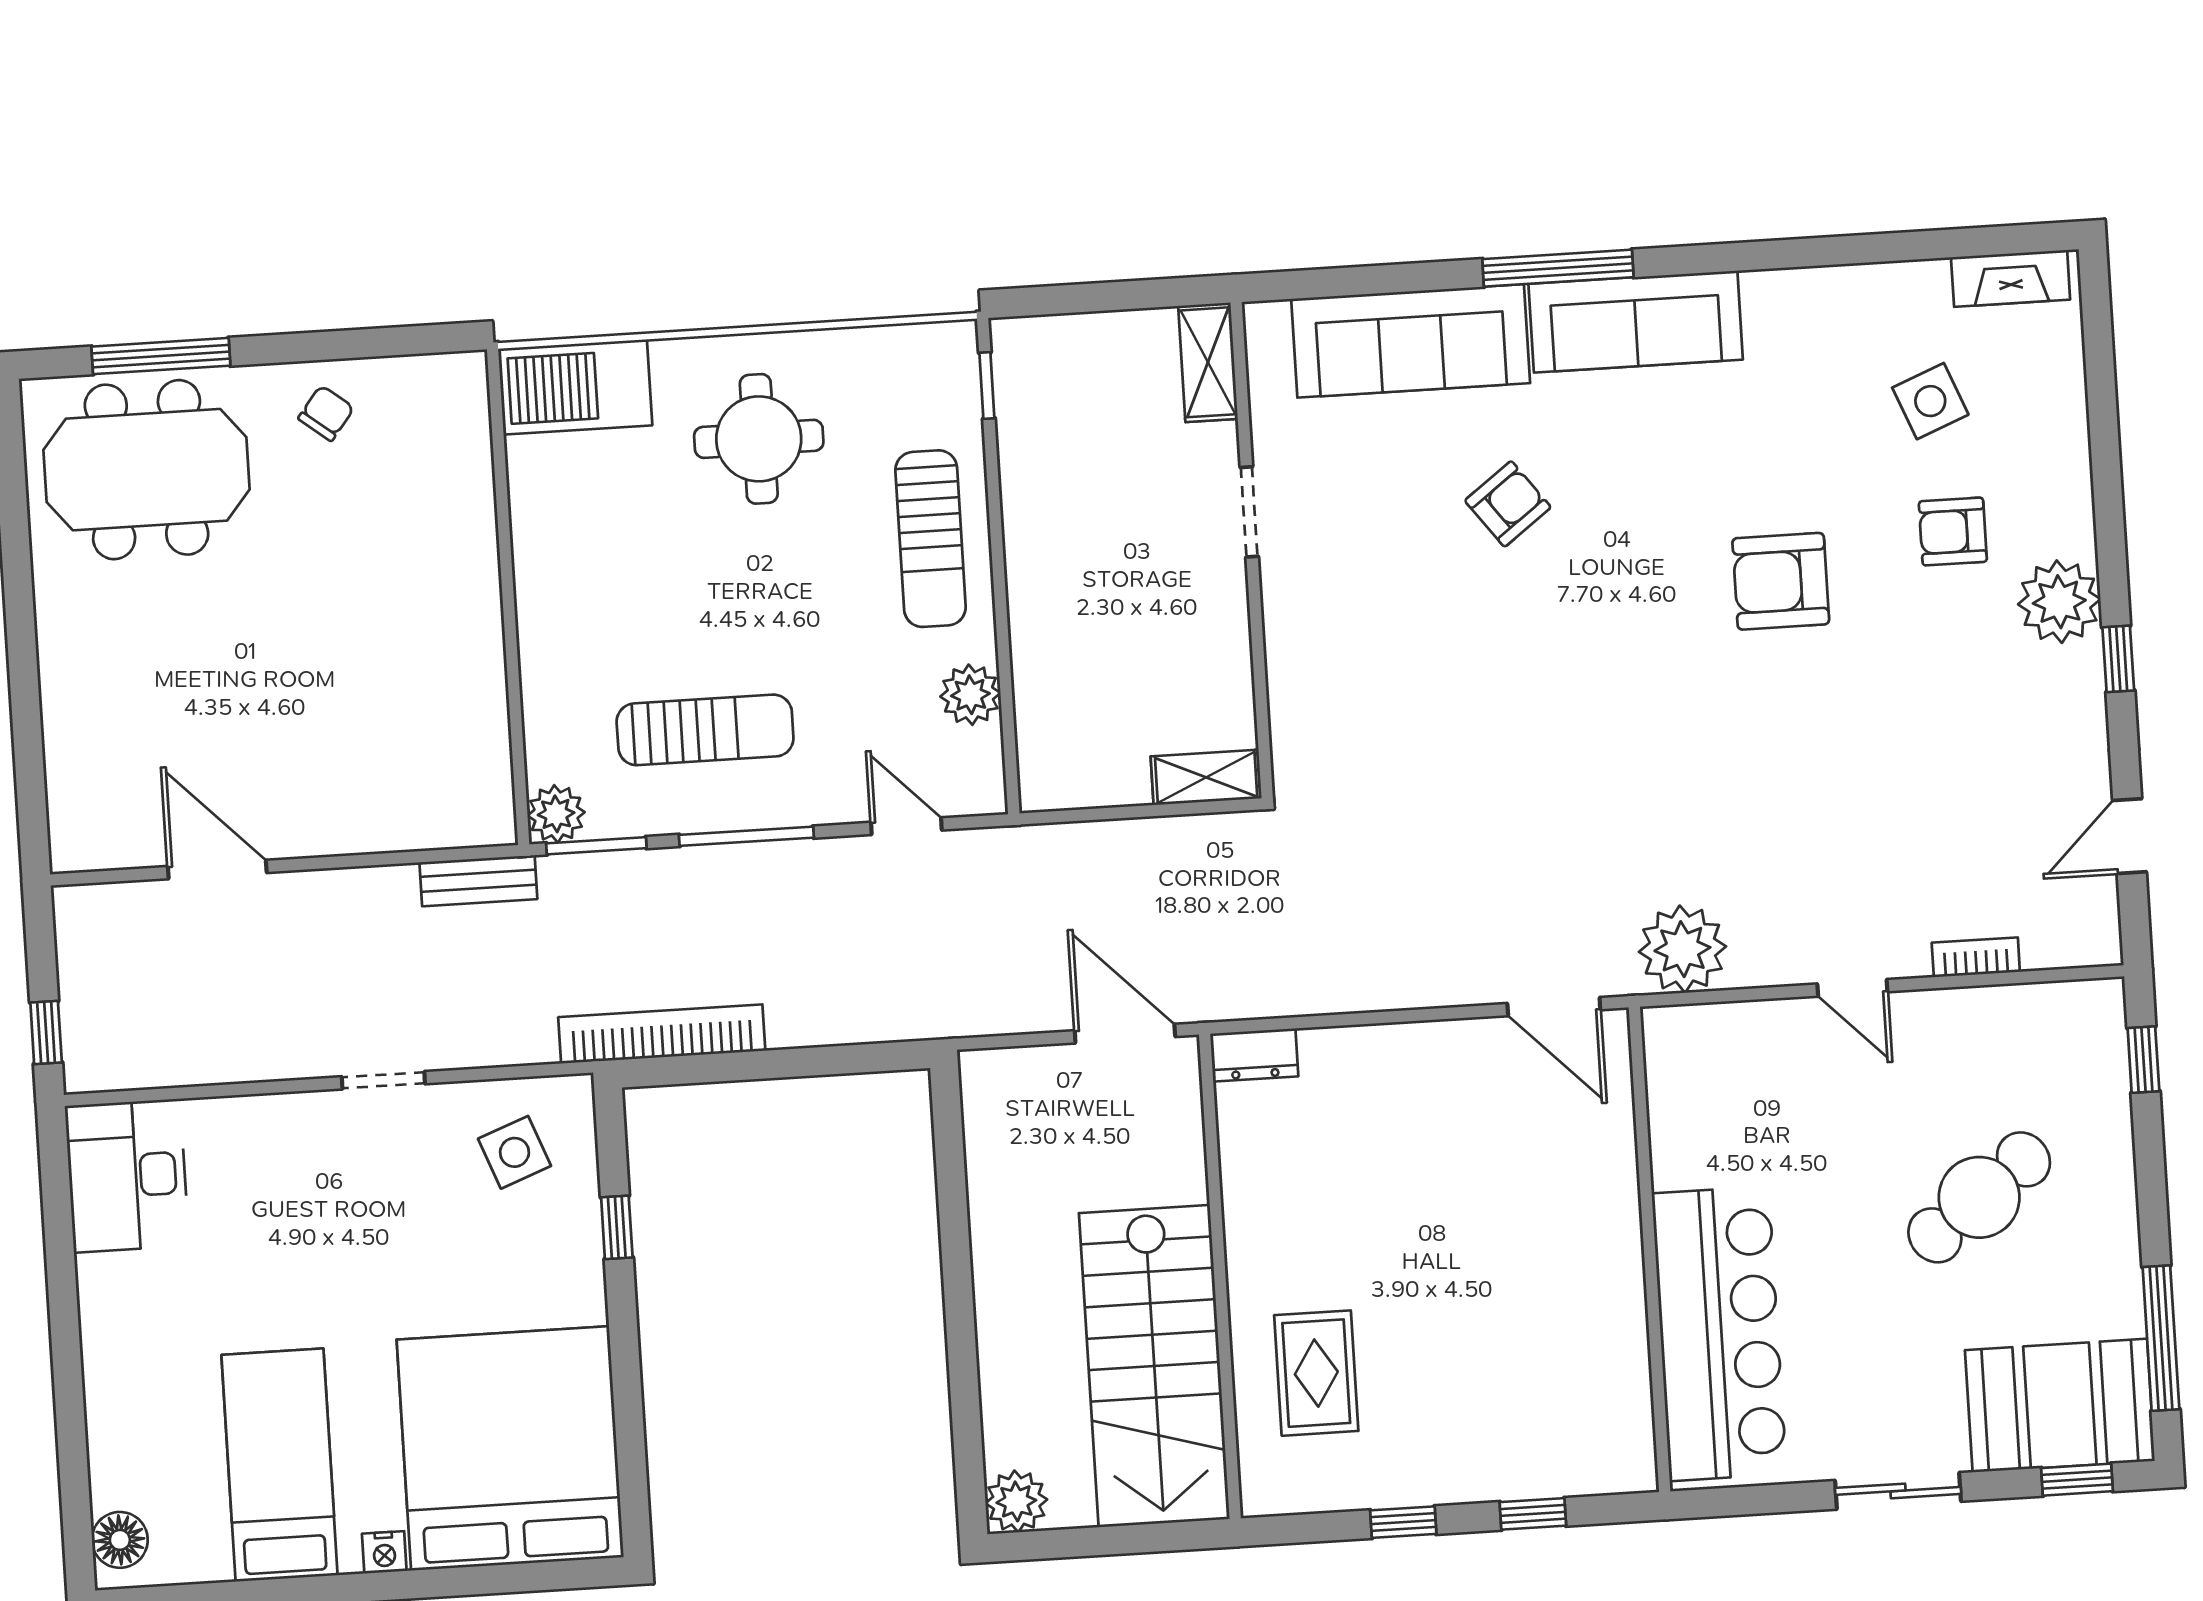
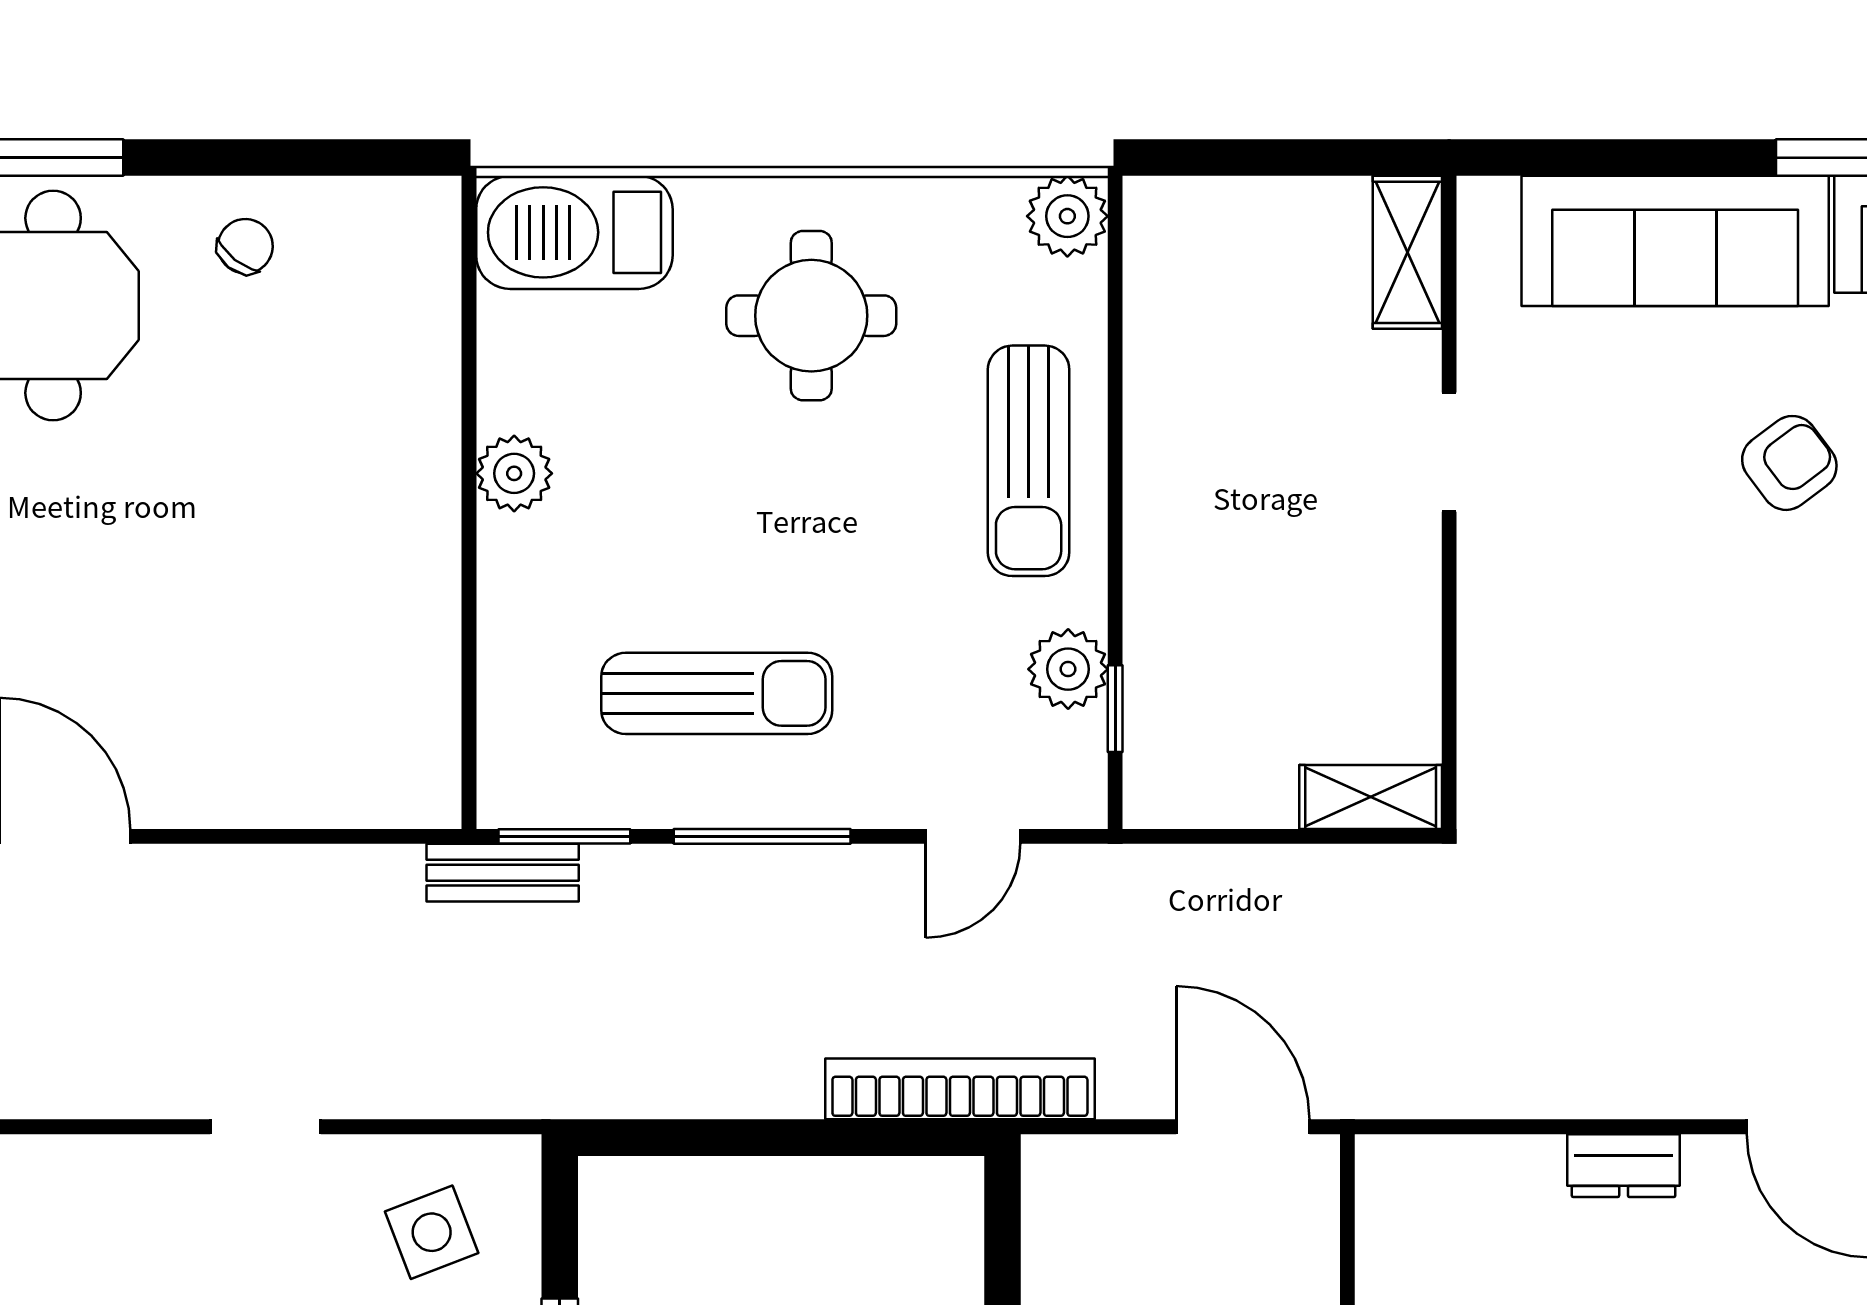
plant: (948, 351) -> (1067, 216), added
window: (987, 385) -> (1115, 709), moved
plant: (556, 814) -> (514, 473), moved
door: (906, 826) -> (973, 836), swing flipped
bench: (478, 881) -> (503, 873), moved
bookcase: (662, 1034) -> (960, 1089), moved
dresser: (1254, 1055) -> (1624, 1166), moved

